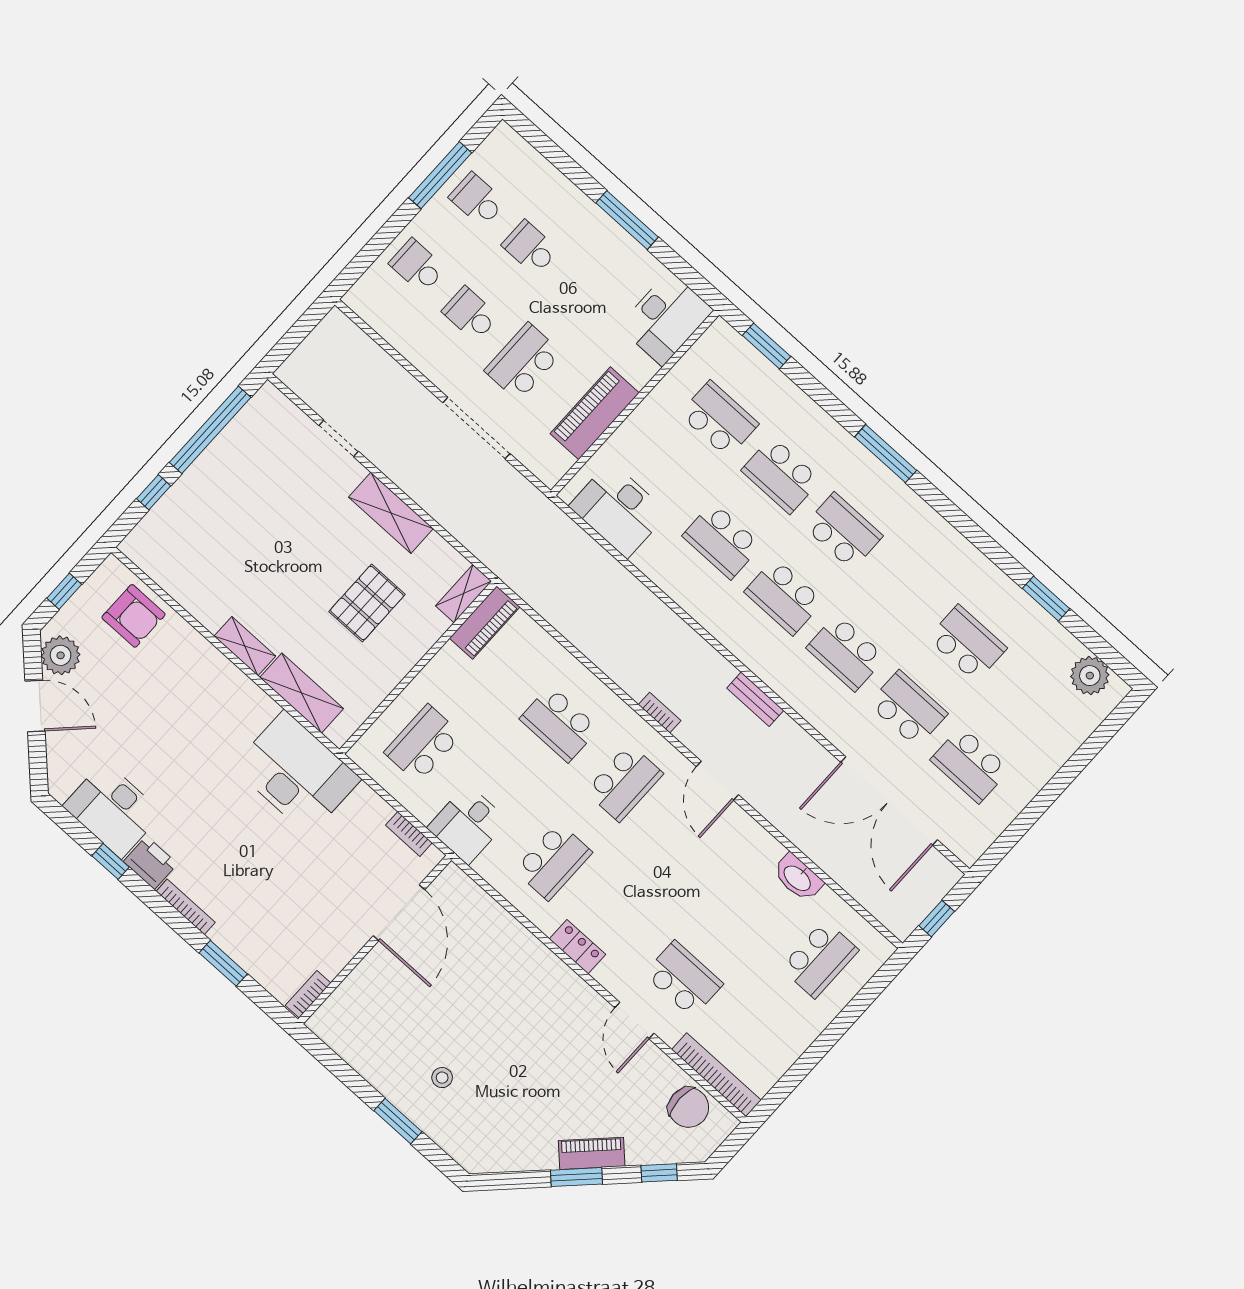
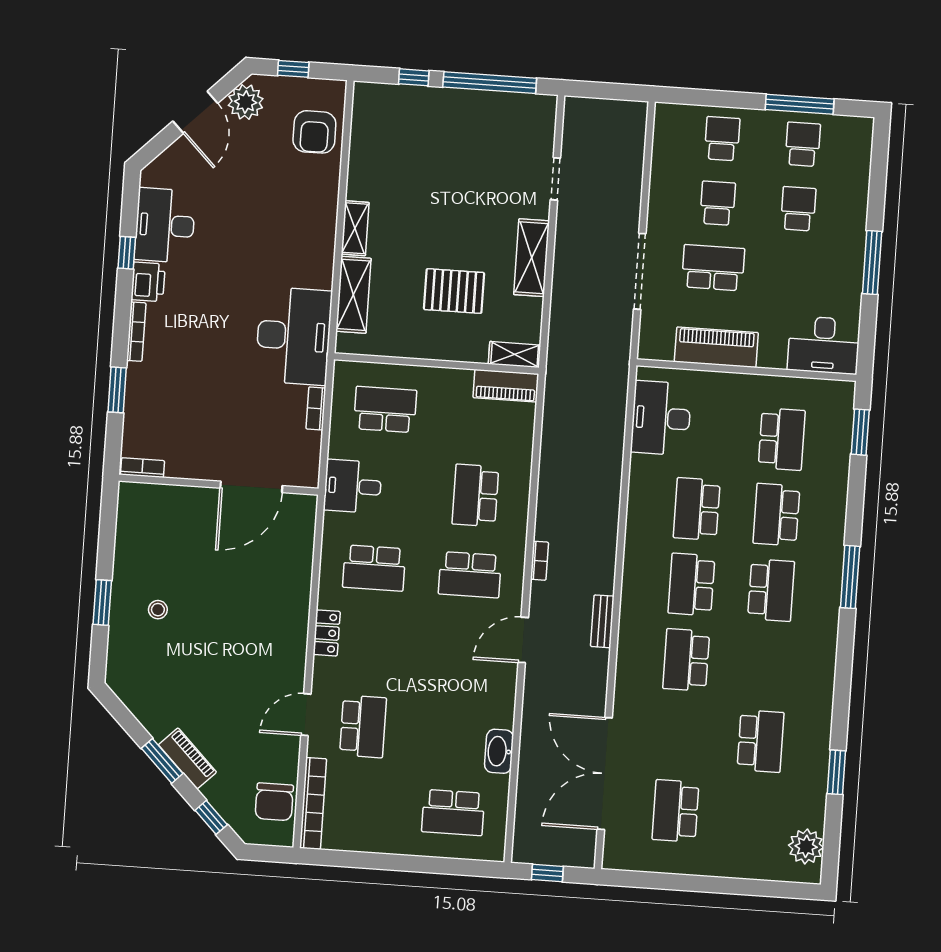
school desk: (908, 709) -> (681, 735), removed
bookcase: (409, 834) -> (316, 408), moved

